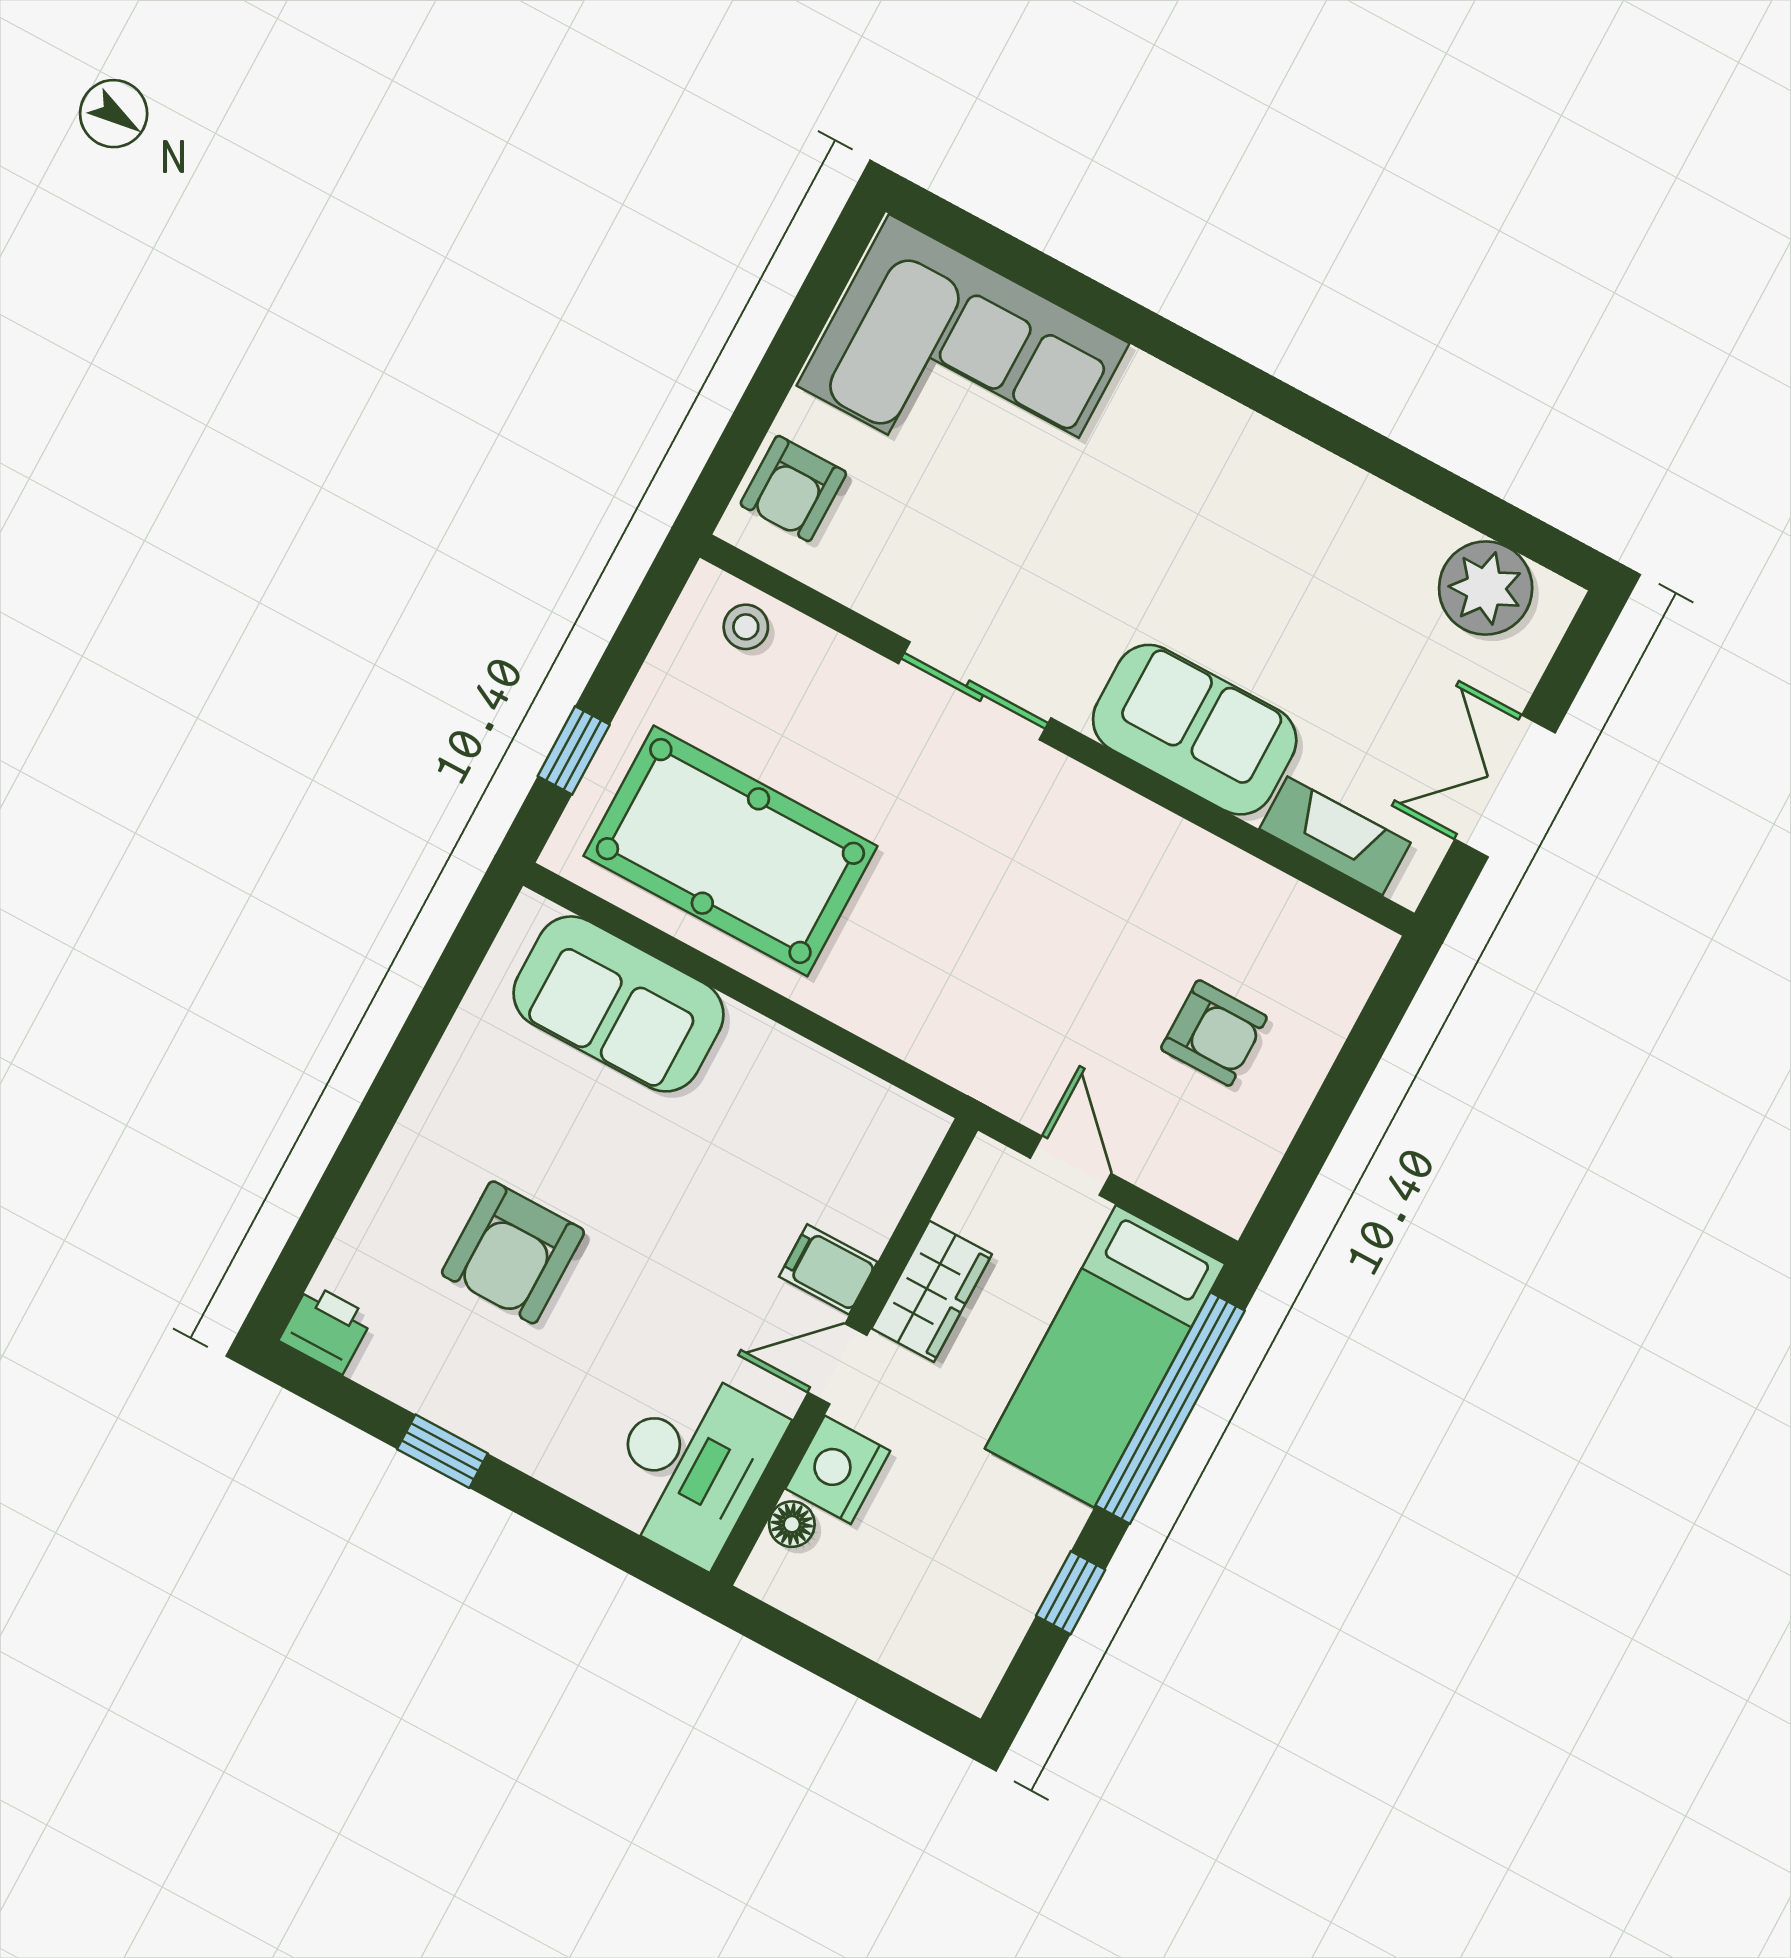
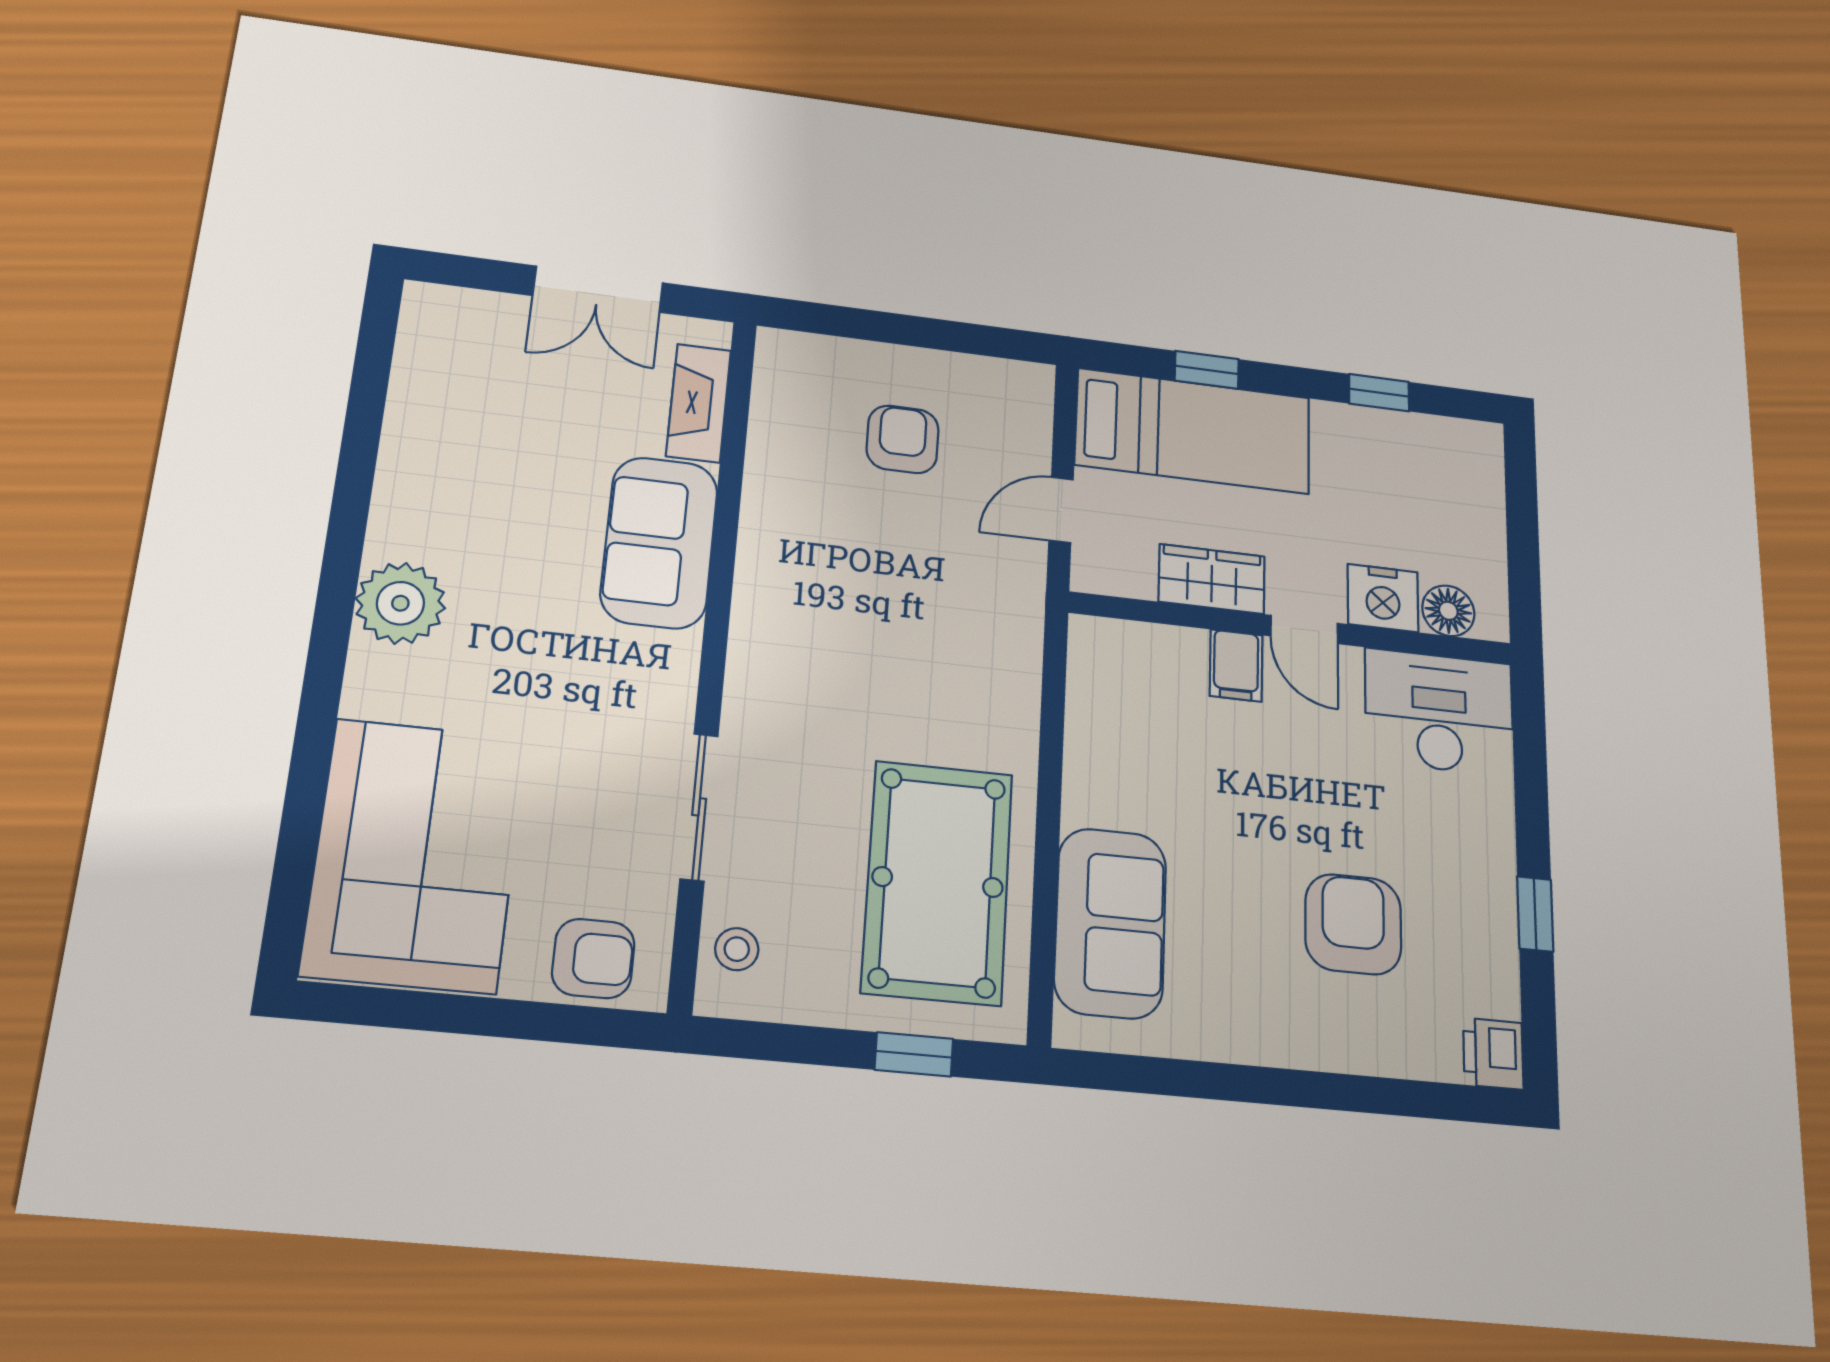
plant: (1486, 588) -> (400, 603), moved
sliding door: (975, 691) -> (699, 807), moved
armchair: (513, 1252) -> (1353, 924), turned -90
window: (1170, 1408) -> (1207, 370), width x0.32
floor lamp: (792, 1524) -> (1448, 611), width x1.37, depth x1.37

